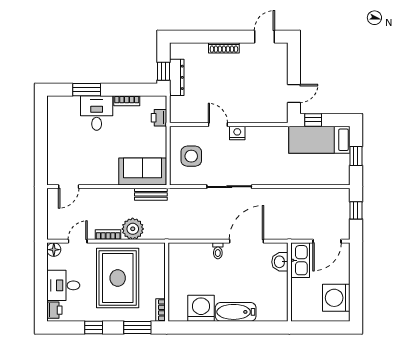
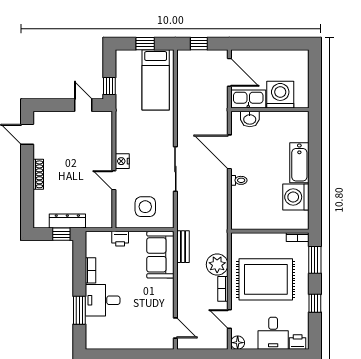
printer: (159, 118) -> (120, 239), moved
door: (218, 124) -> (114, 180), hinge flipped
bed: (319, 140) -> (156, 80), moved
washing machine: (336, 298) -> (280, 95), moved, turned 180

